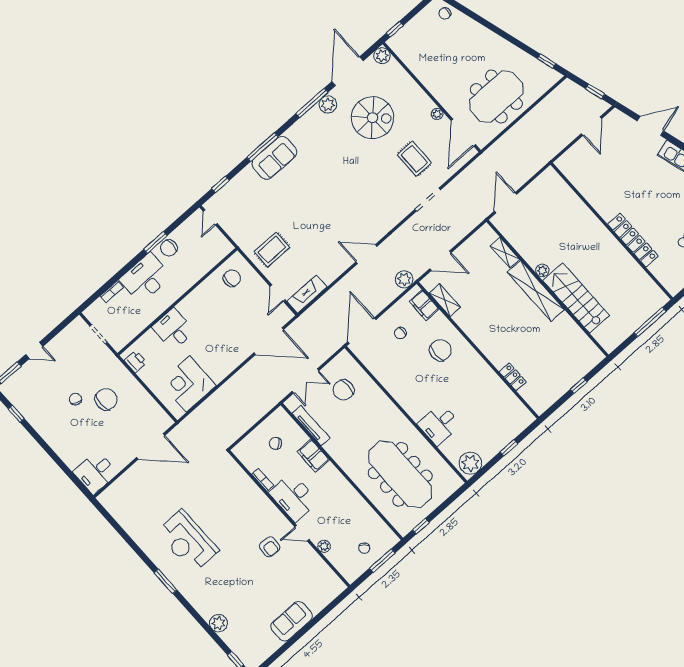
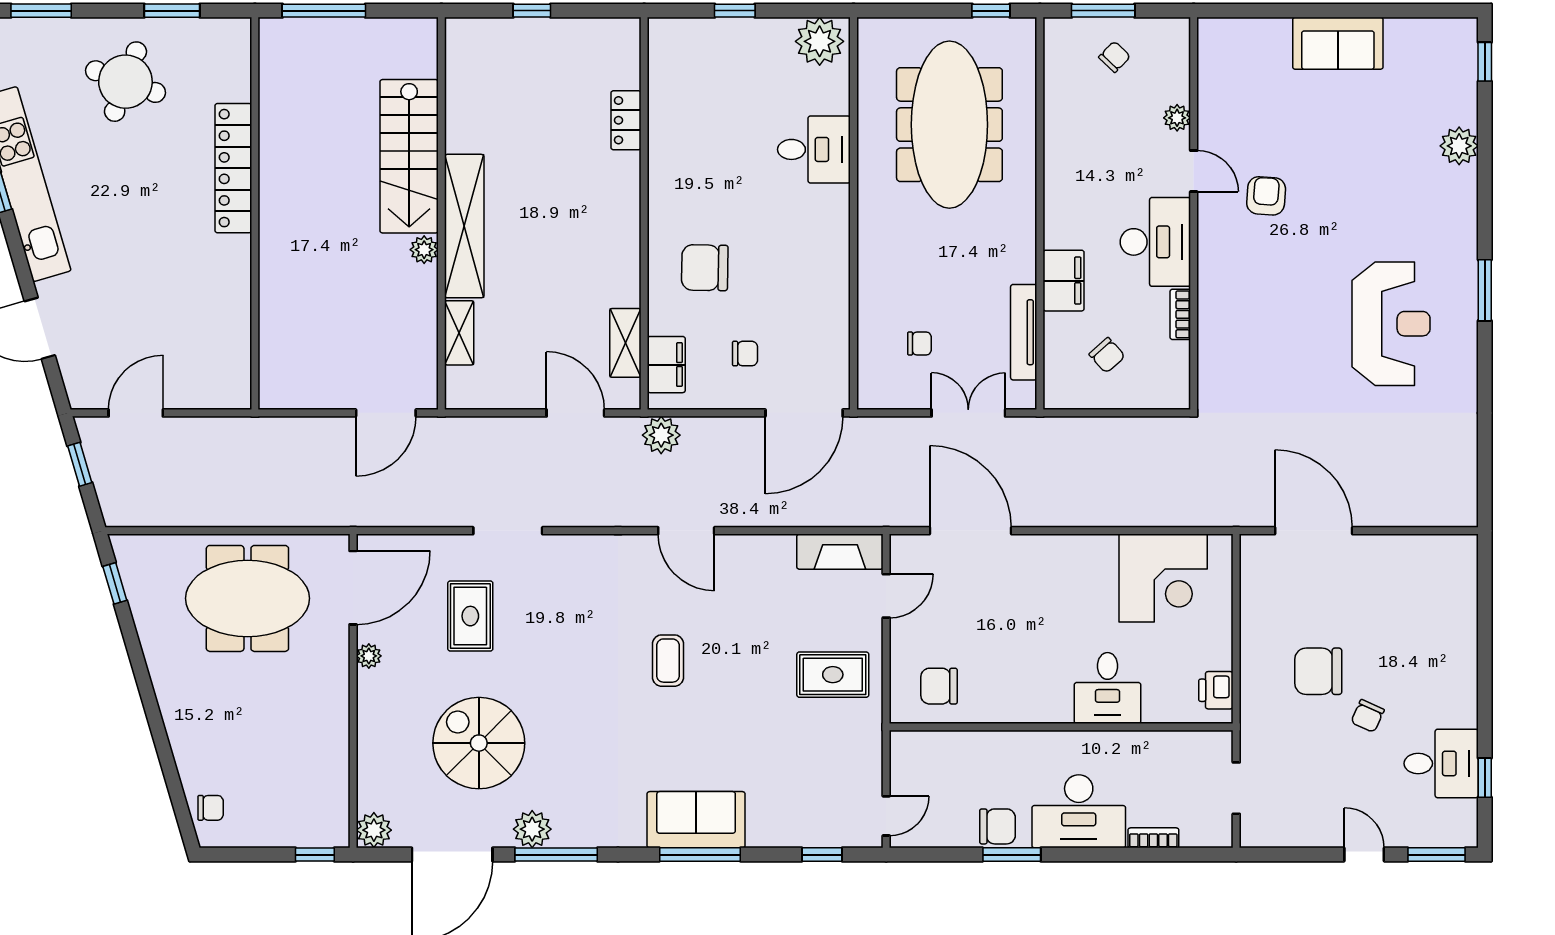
coffee table: (333, 204) -> (668, 661), added
chair: (343, 390) -> (919, 344), width x0.54, depth x0.54
desk: (95, 472) -> (1441, 763), moved

